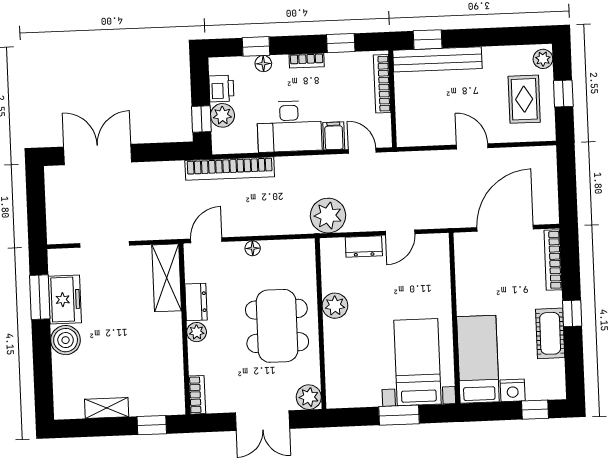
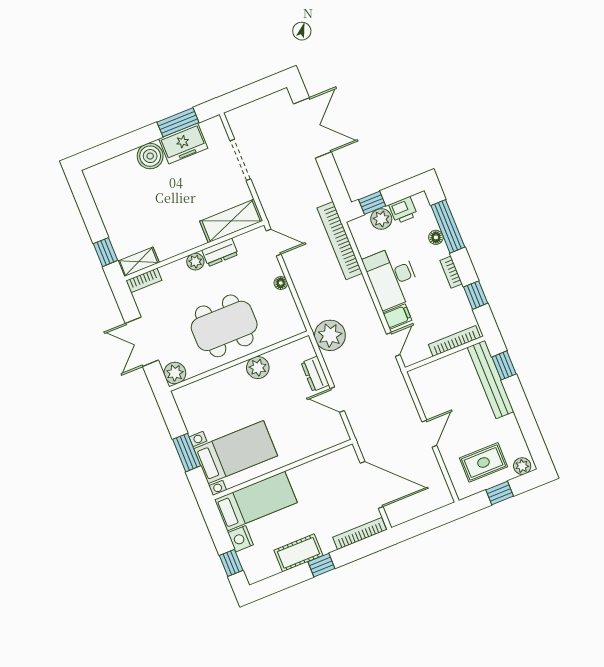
window: (256, 46) -> (448, 226), width x2.17
shelving: (107, 408) -> (139, 262), moved, turned 90

